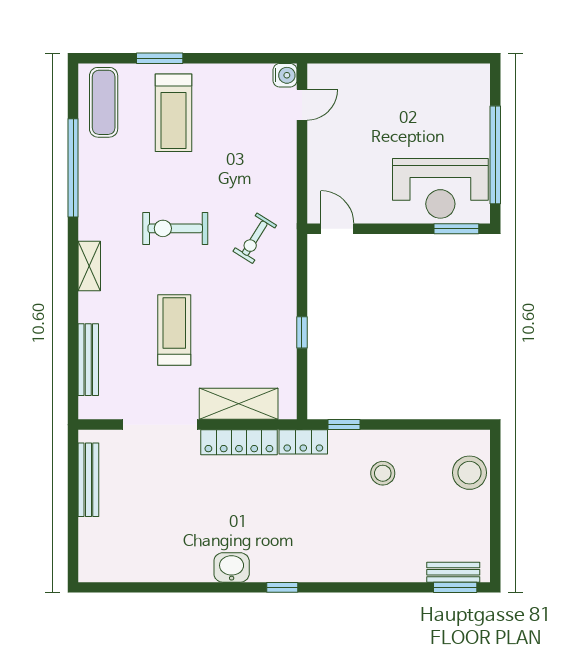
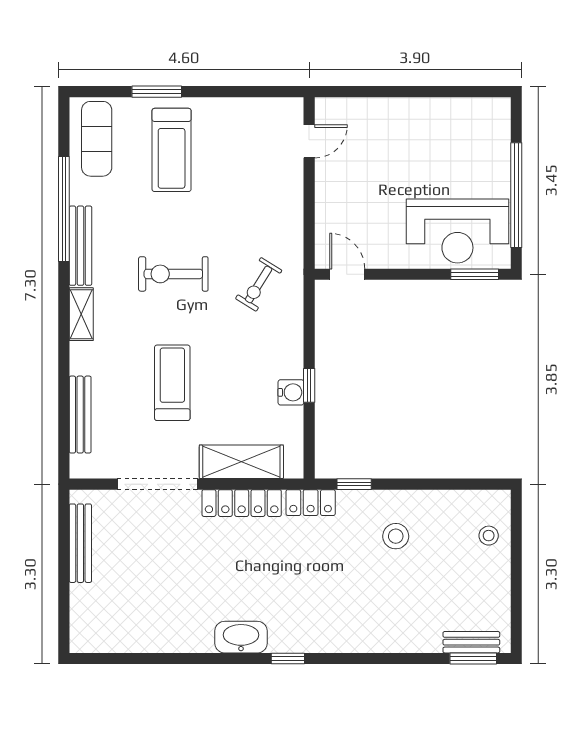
water cooler: (285, 75) -> (291, 392), moved
bench: (88, 202) -> (80, 246), added
stool: (469, 473) -> (489, 536), width x0.53, depth x0.53
washbasin: (232, 567) -> (241, 637), width x1.38

